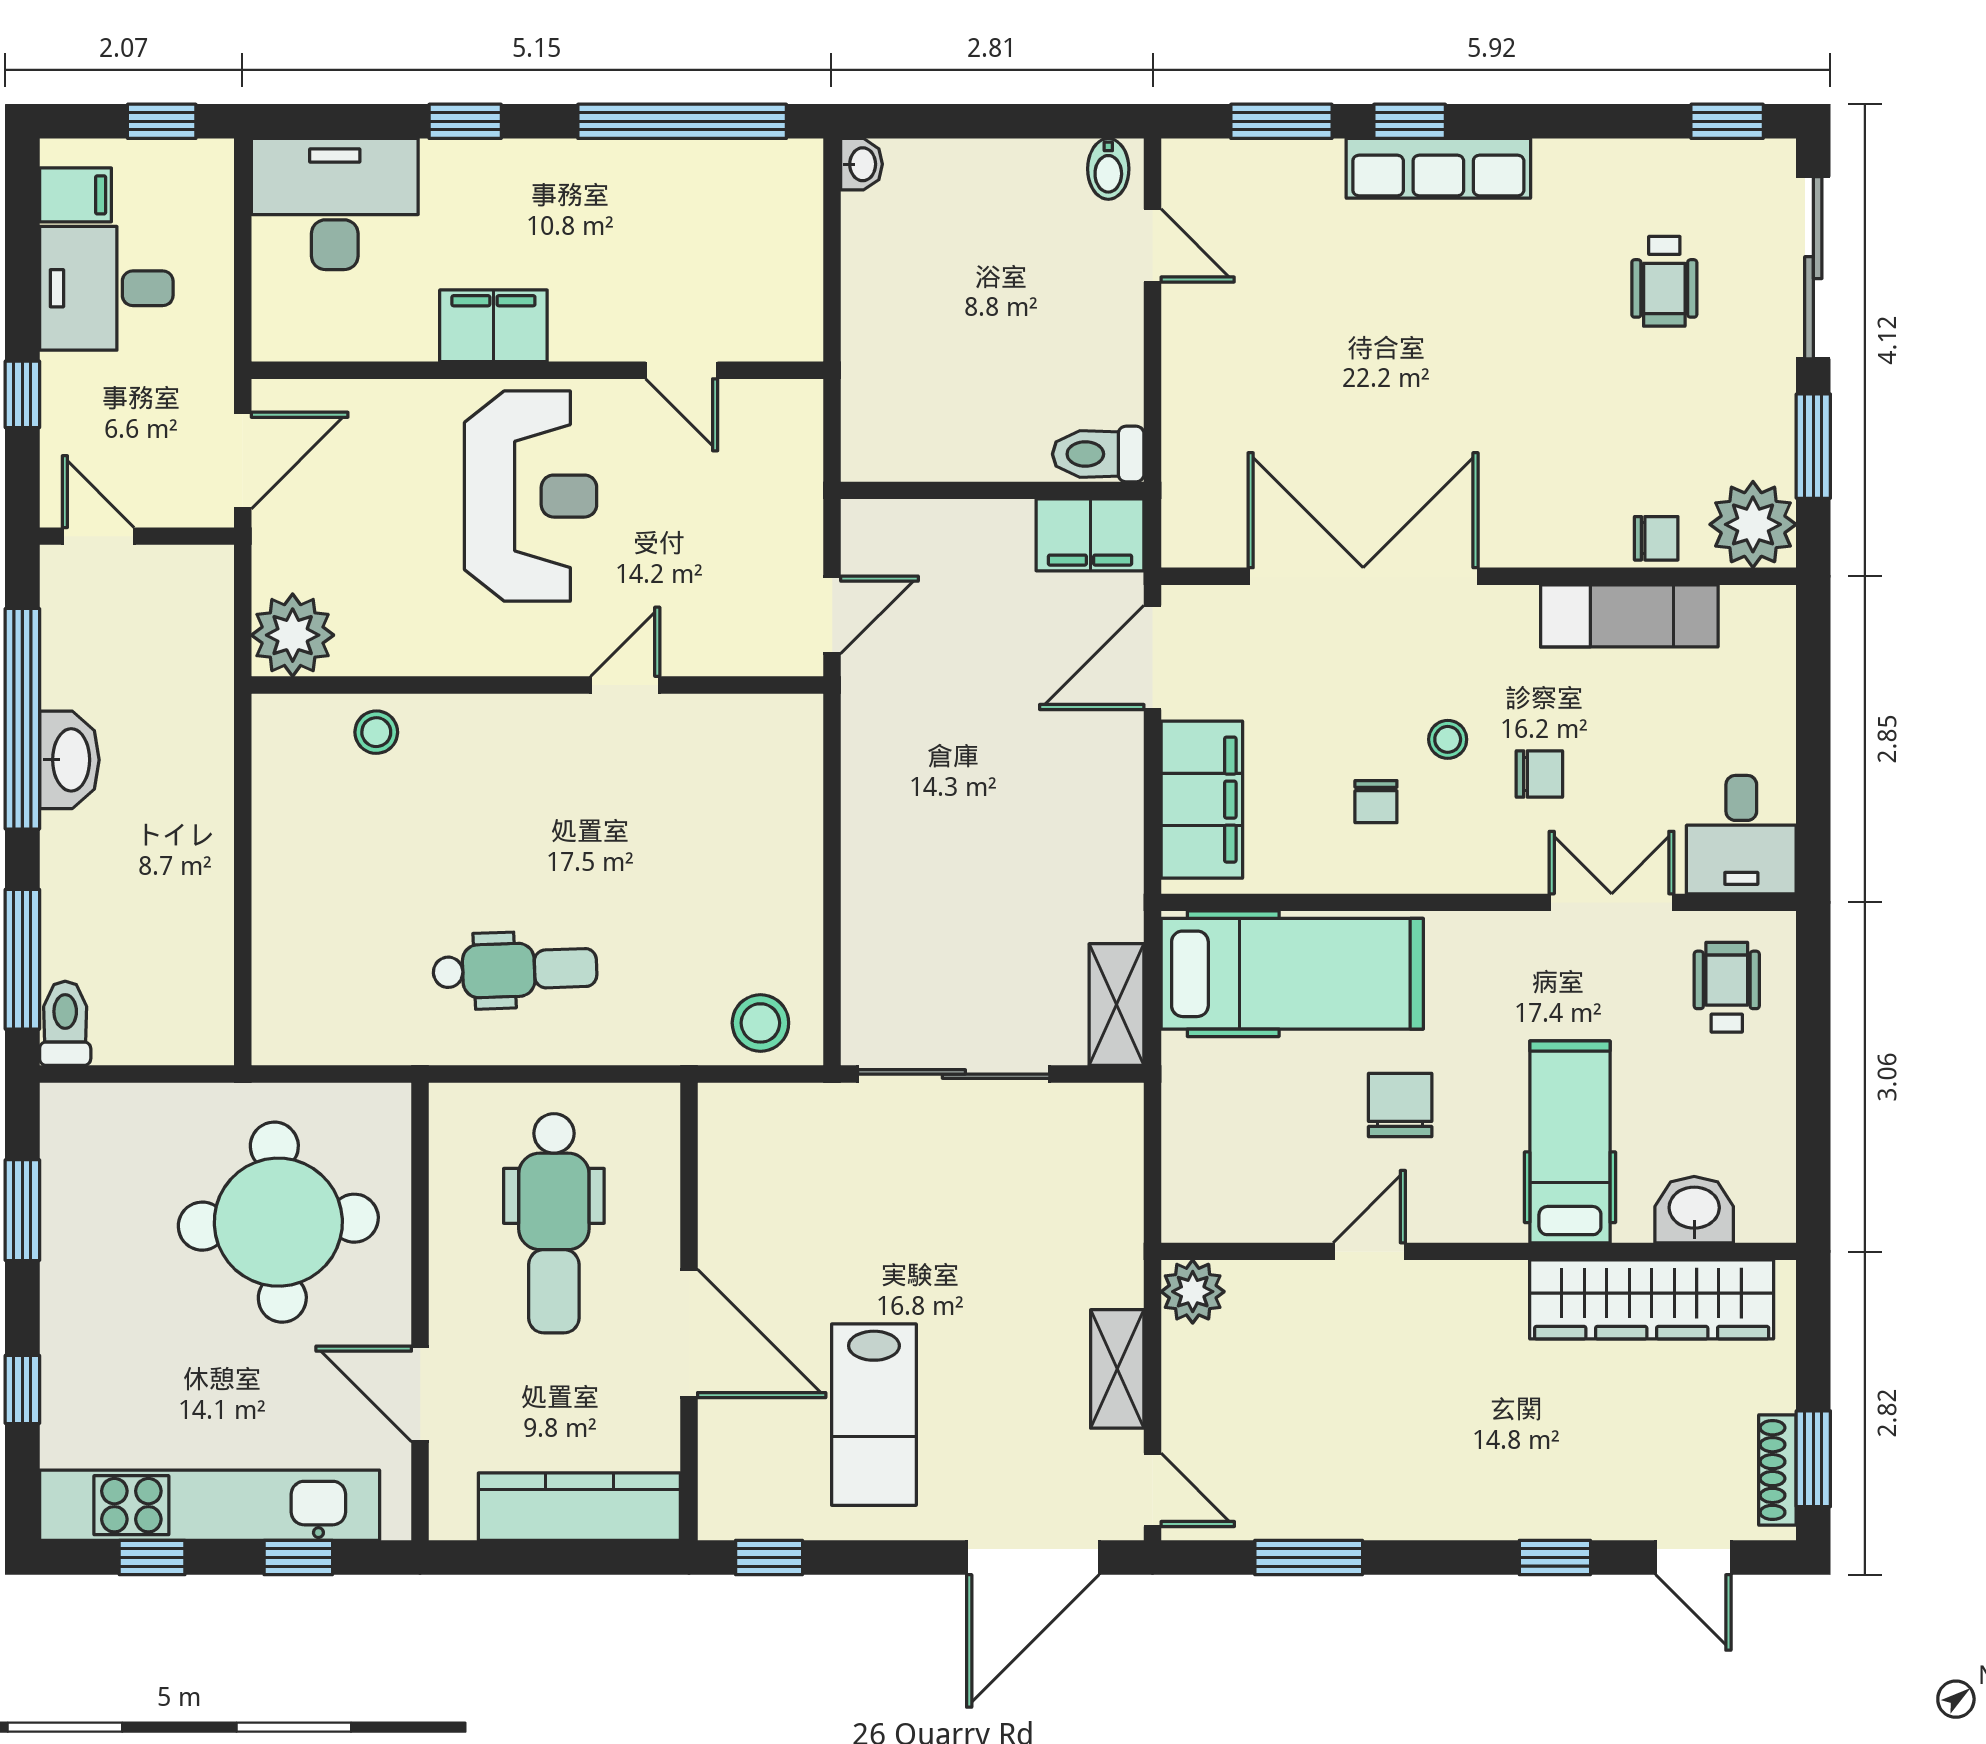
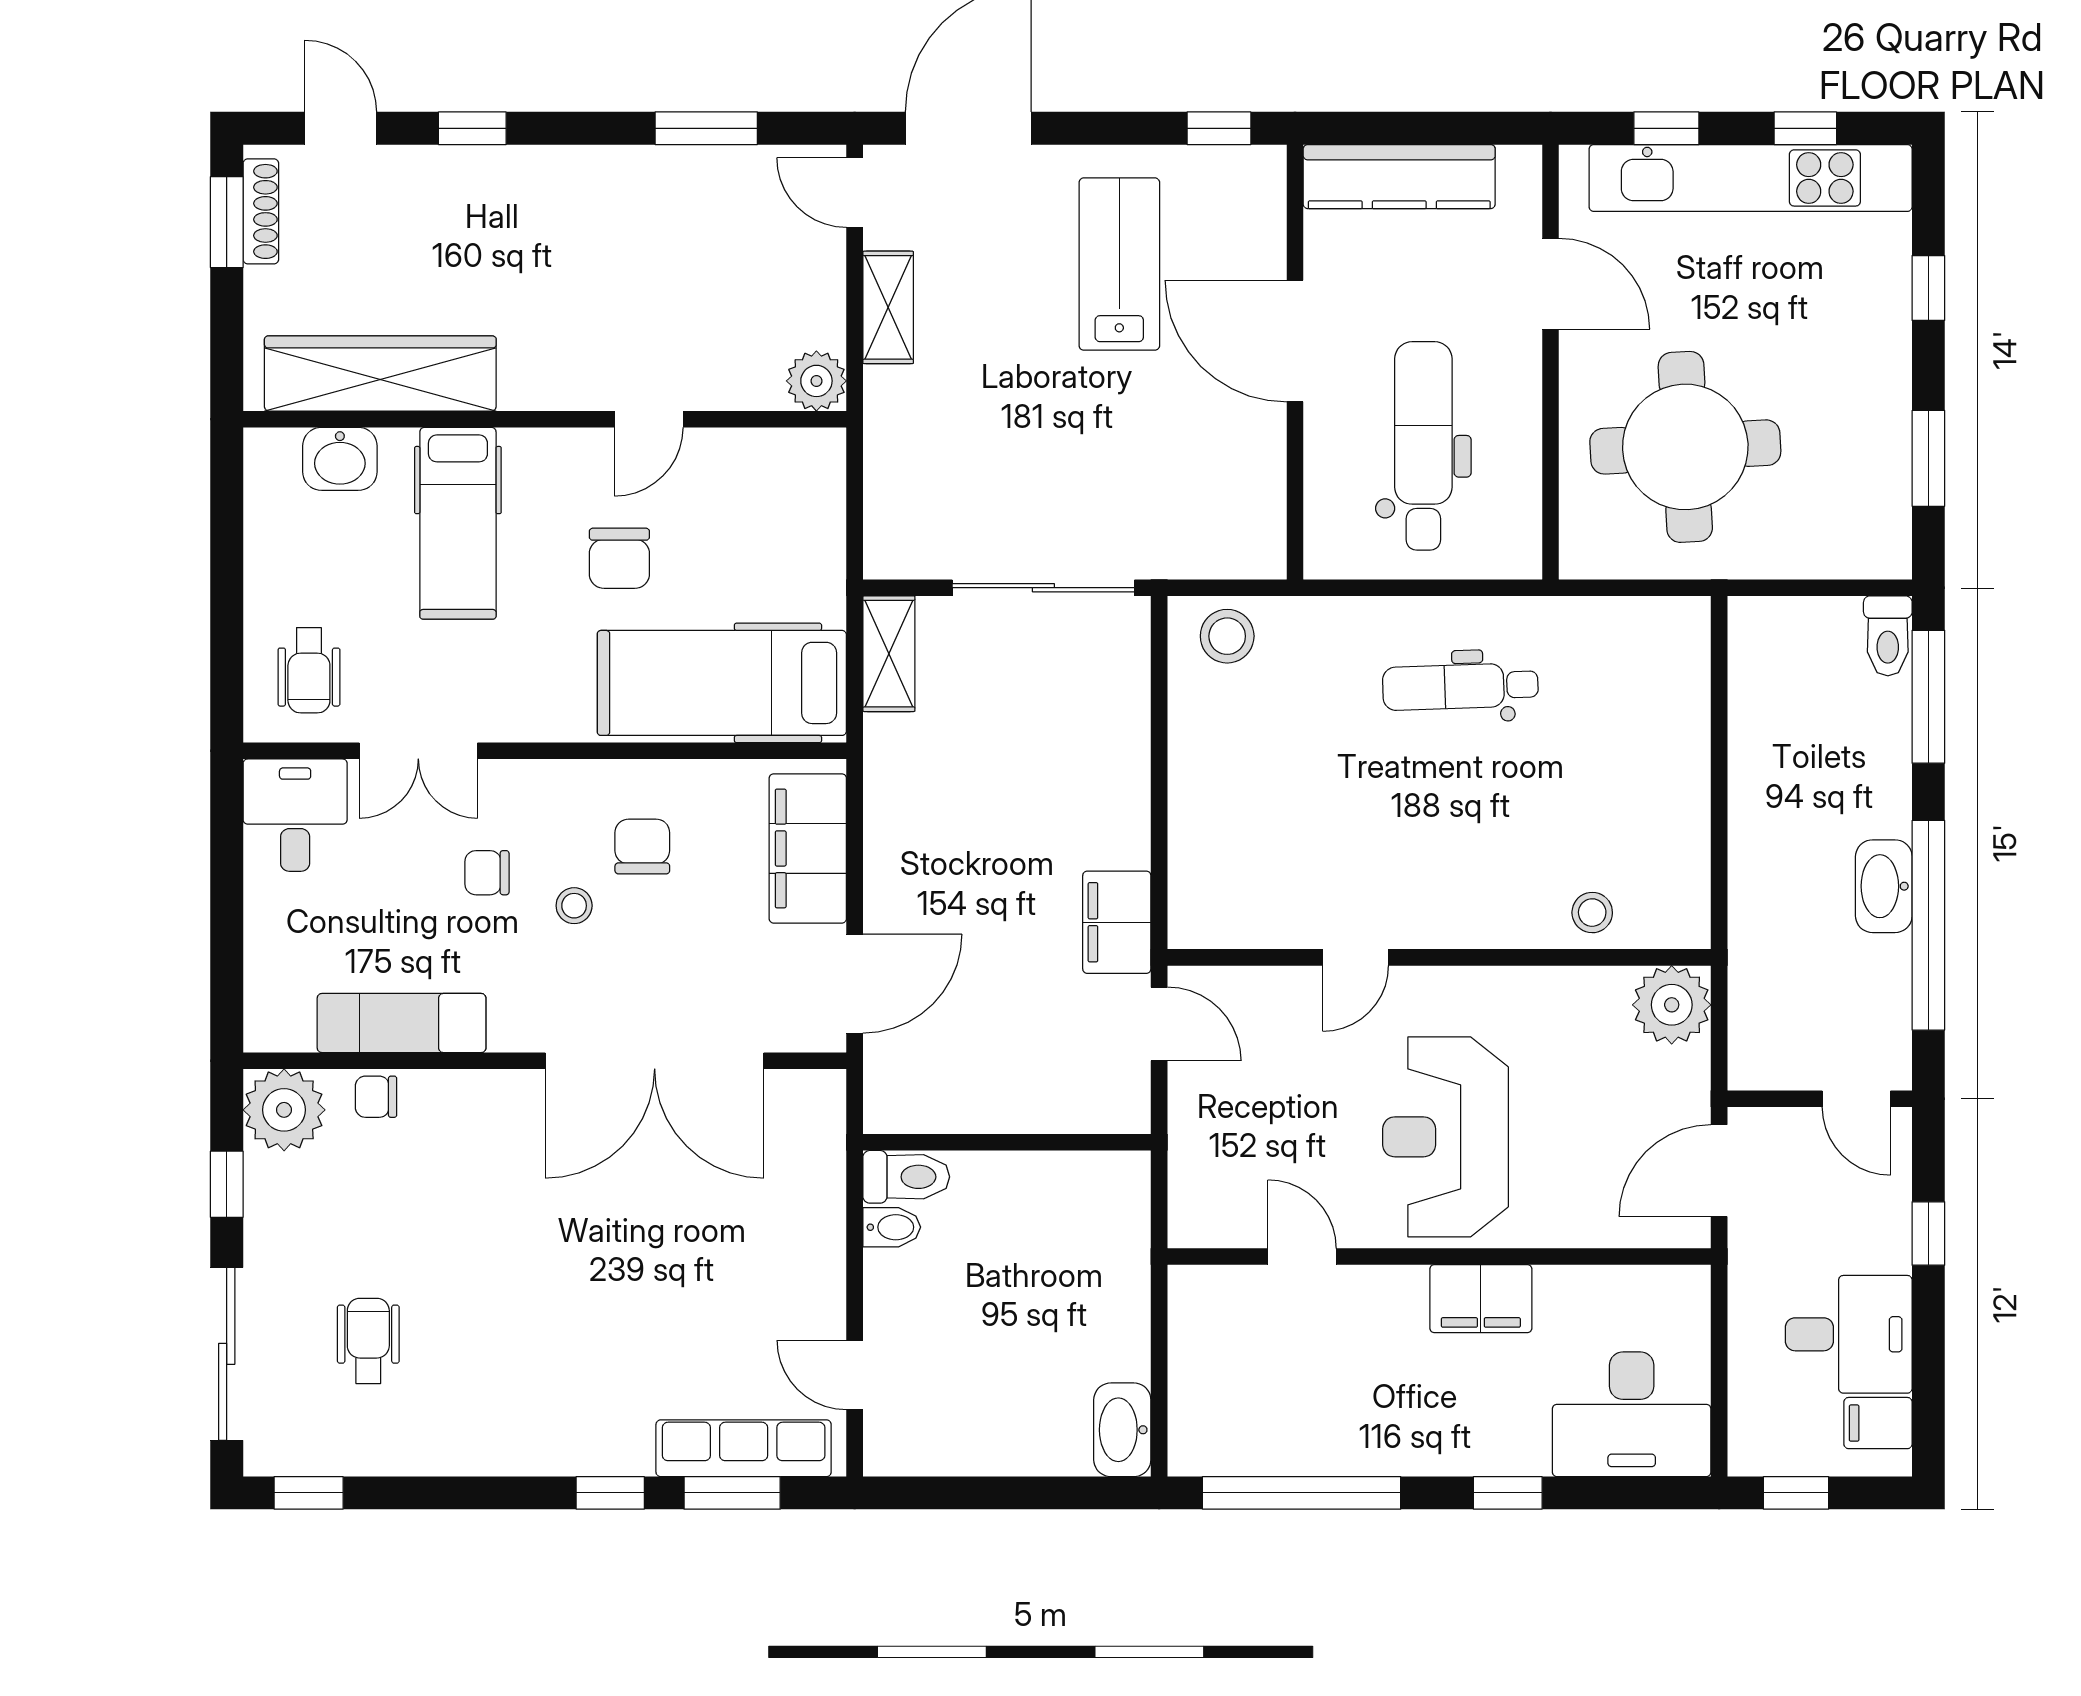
washbasin: (861, 164) -> (1122, 1430), width x1.91, depth x1.45
row of seats: (1438, 168) -> (744, 1448), moved
bidet: (1108, 169) -> (892, 1227), moved, turned 90
window: (1813, 446) -> (227, 1184), width x0.67
filing cabinet: (1090, 535) -> (1117, 922), moved, turned -90
door: (832, 615) -> (1159, 1024), swing flipped
chair: (1376, 802) -> (642, 847), width x1.37, depth x1.37

